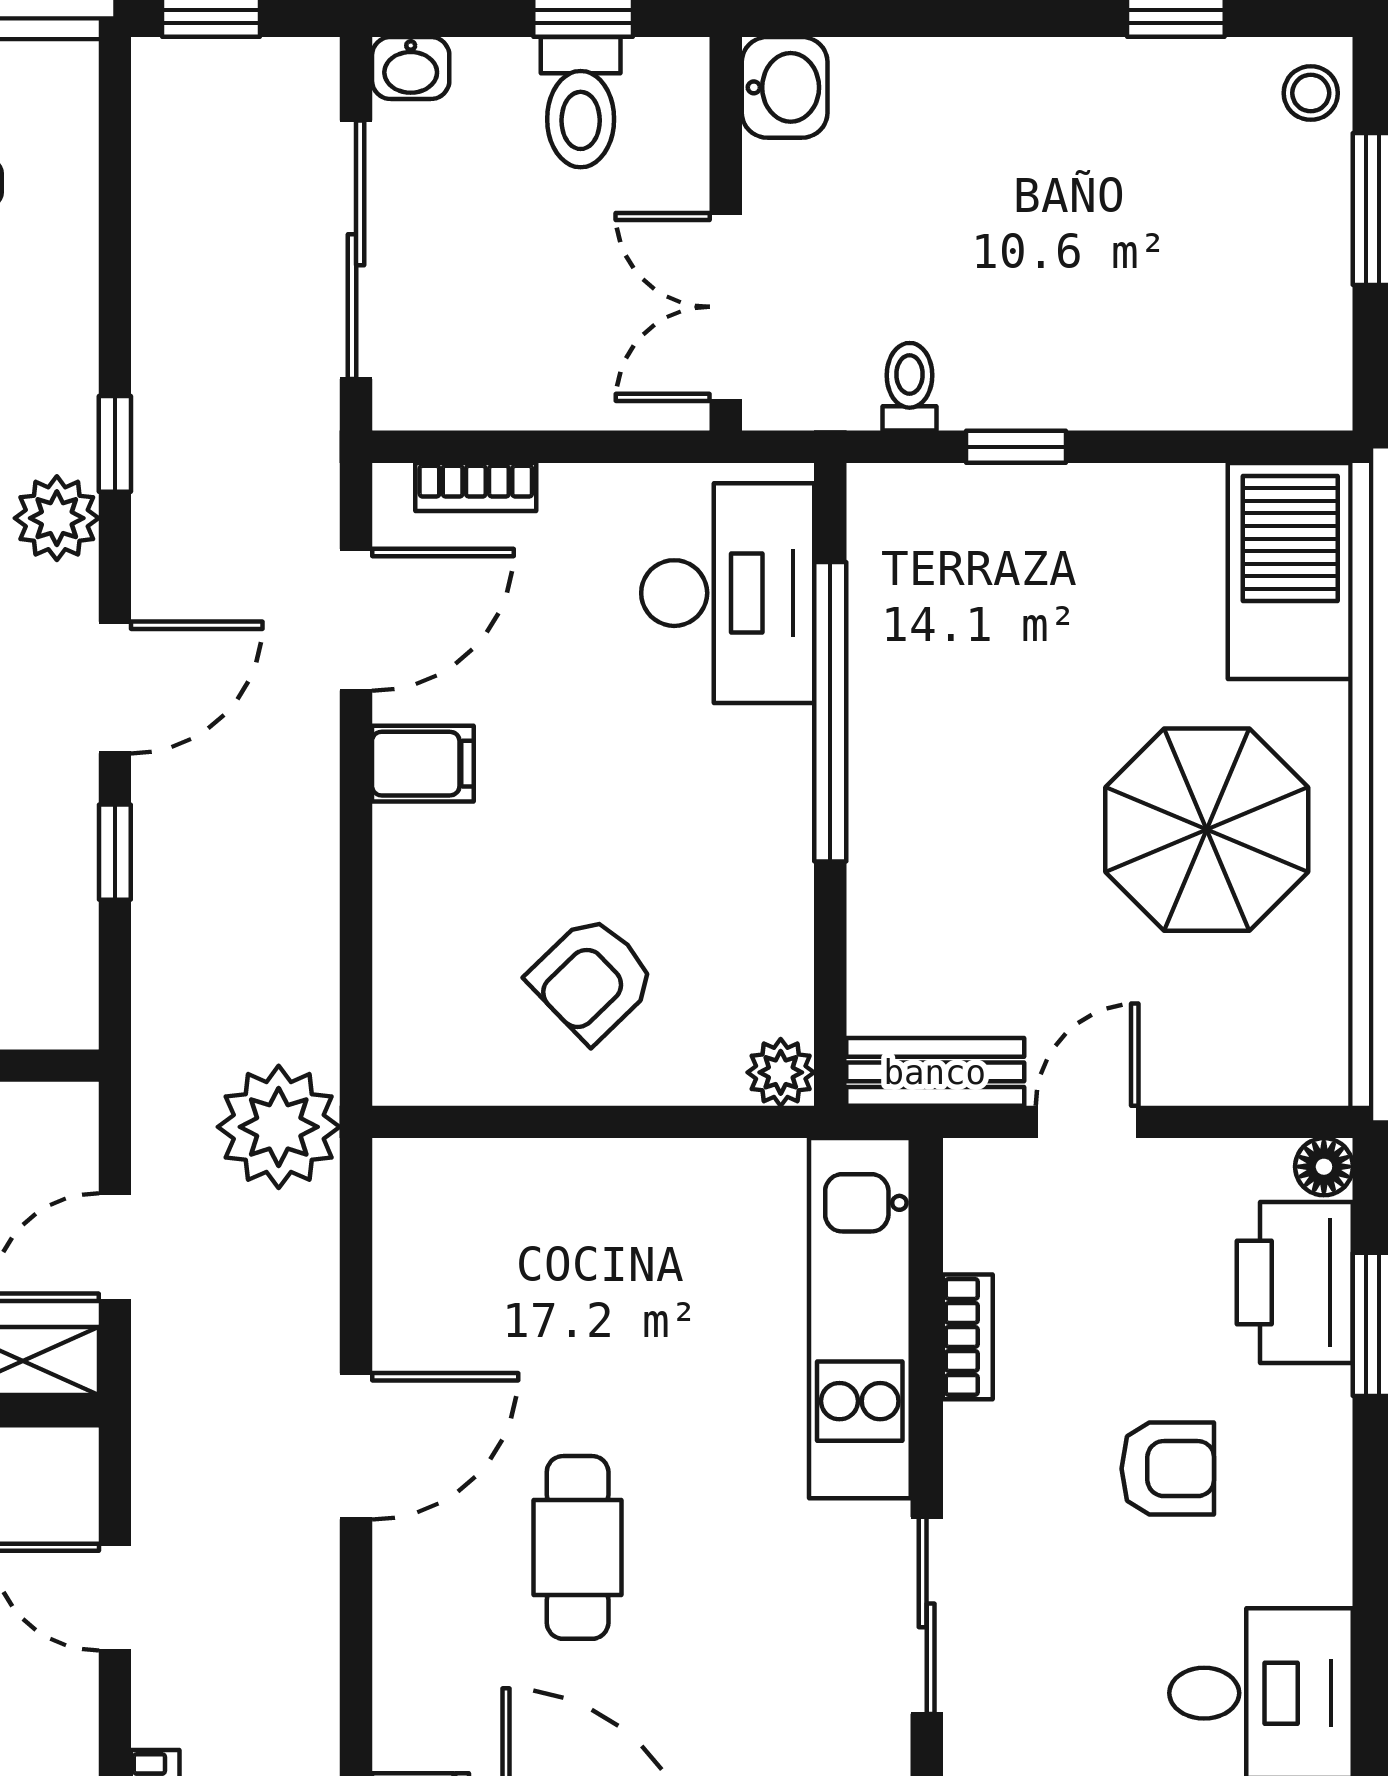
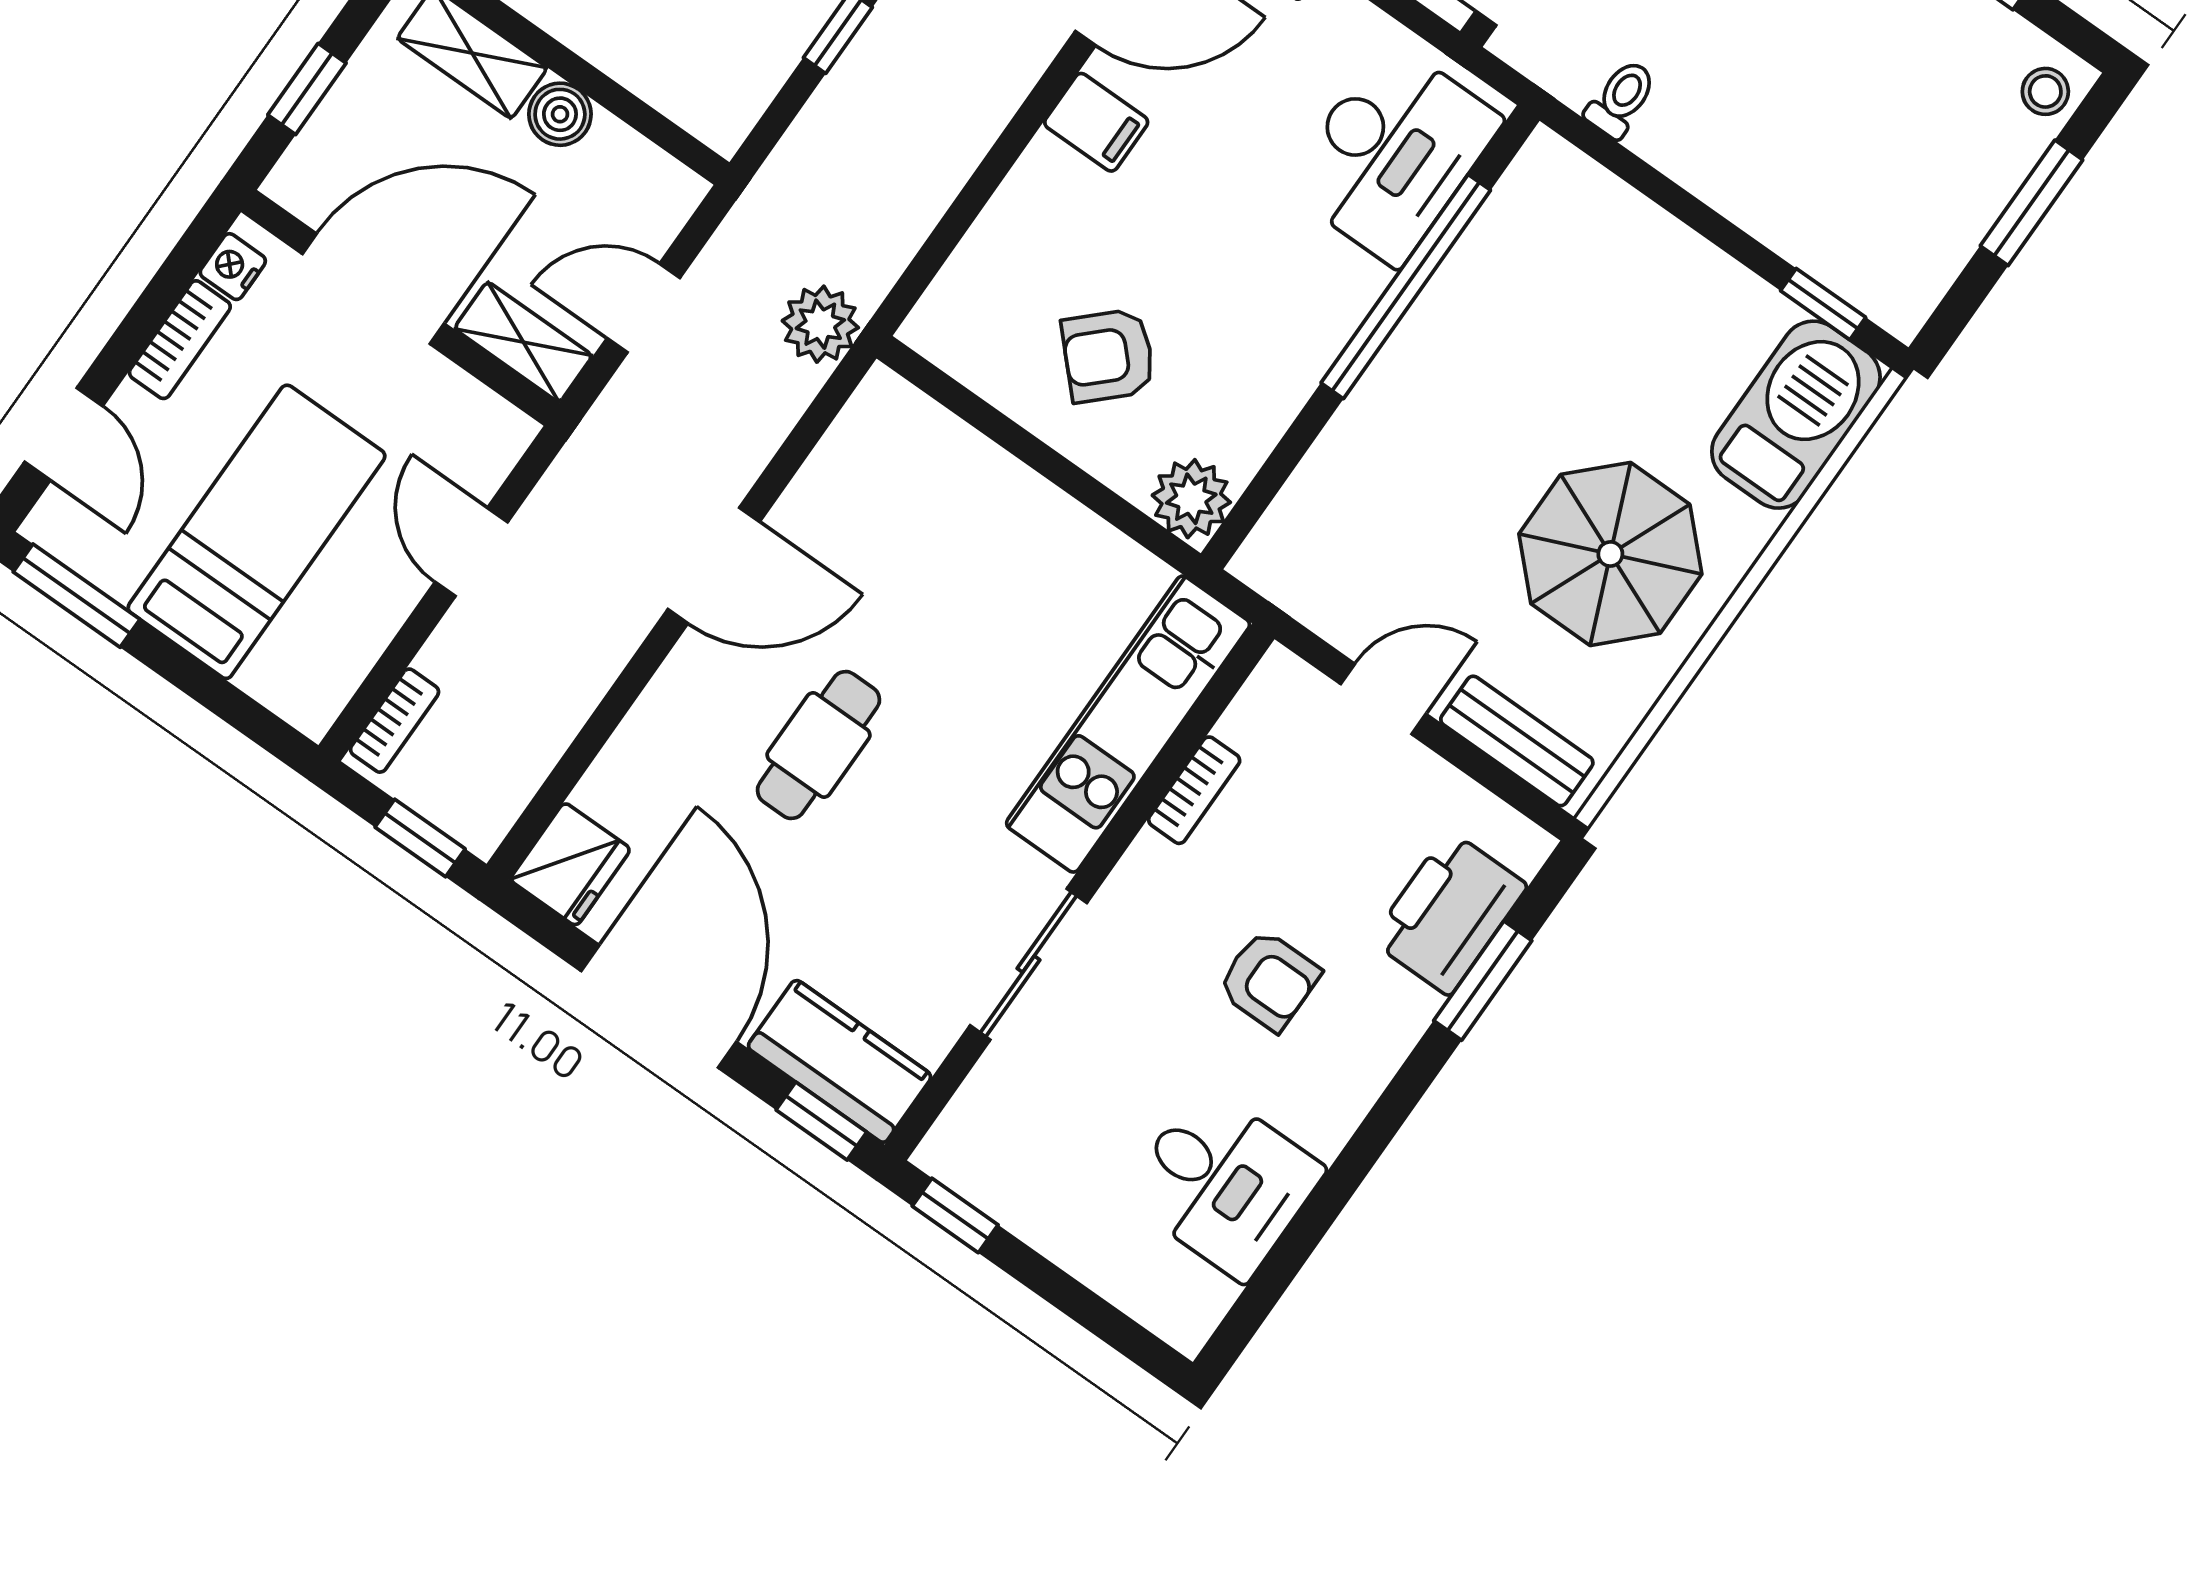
window: (1016, 447) -> (1823, 304), moved
plant: (781, 1072) -> (1191, 499), width x1.38, depth x1.38
bench: (935, 1072) -> (1517, 741), moved
plant: (279, 1127) -> (820, 324), width x0.73, depth x0.73
floor lamp: (1324, 1167) -> (1526, 847), removed

